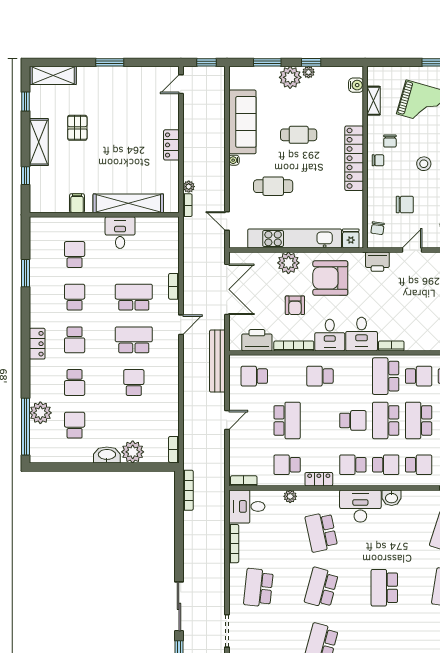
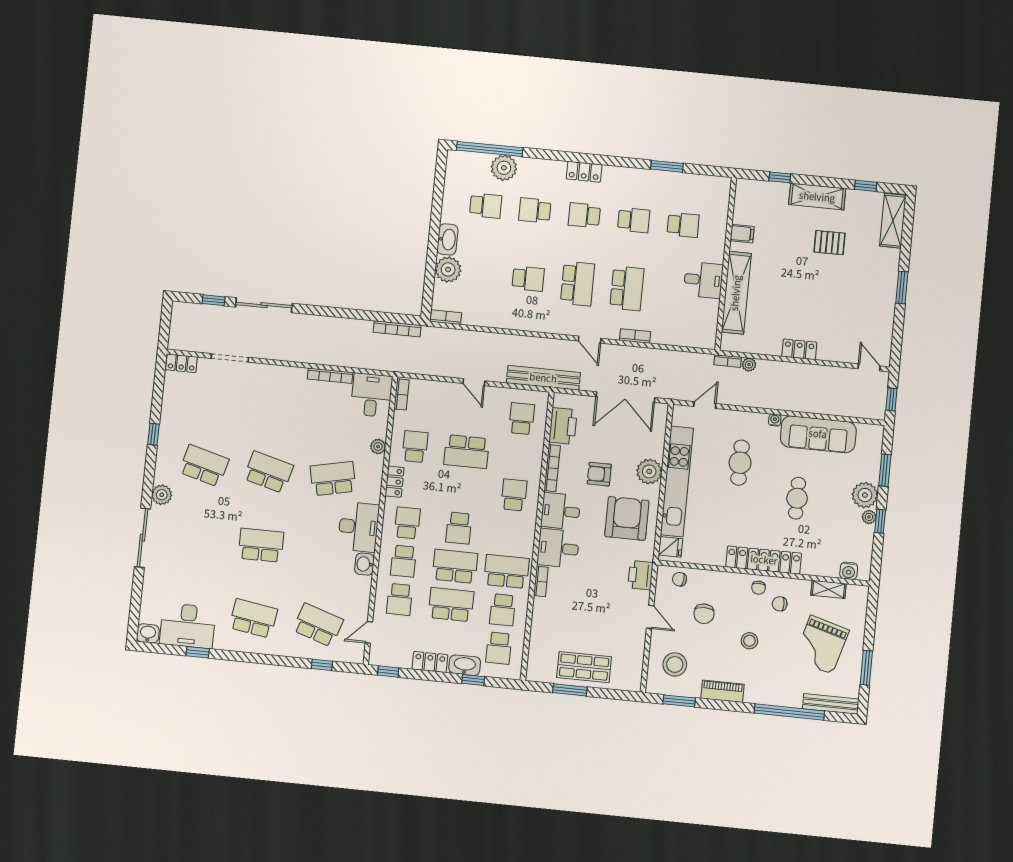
school desk: (258, 588) -> (276, 399), removed

